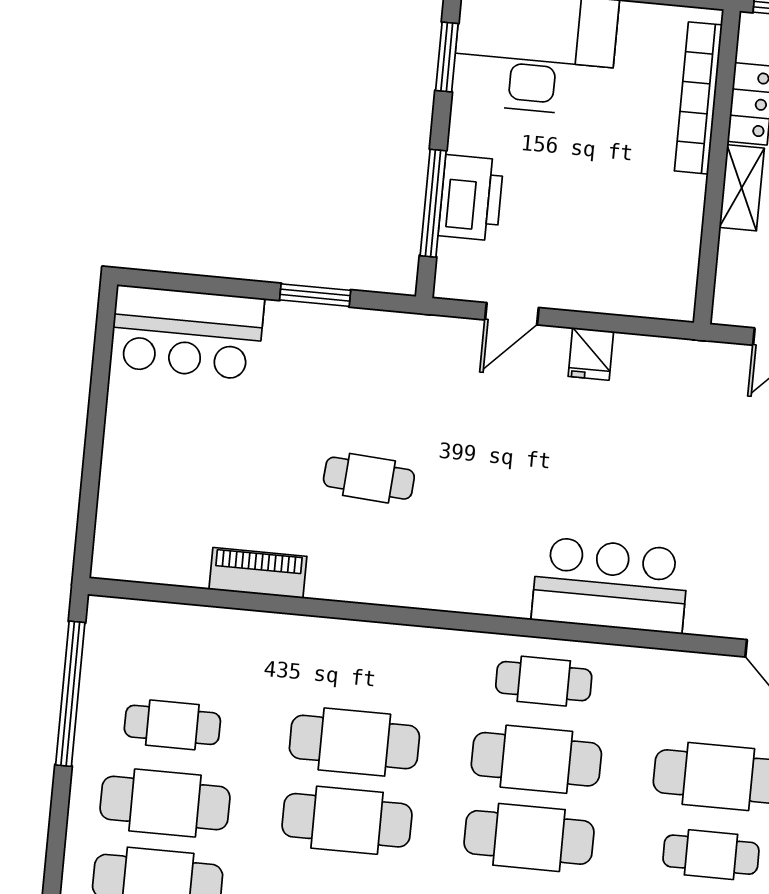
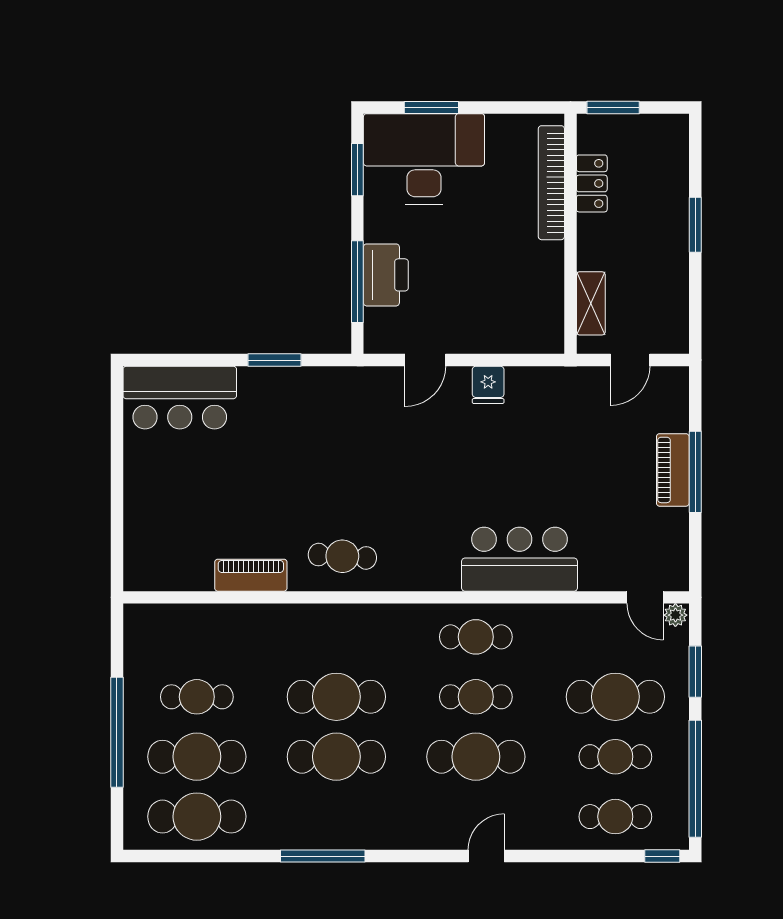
shelving: (742, 188) -> (591, 303), moved
cafe table: (369, 478) -> (342, 556), moved
window: (70, 694) -> (117, 732), moved
cafe table: (536, 759) -> (476, 697), width x0.73, depth x0.74

